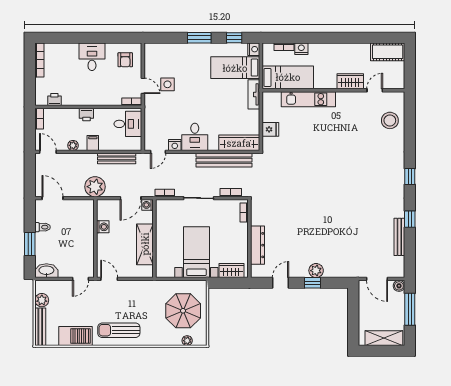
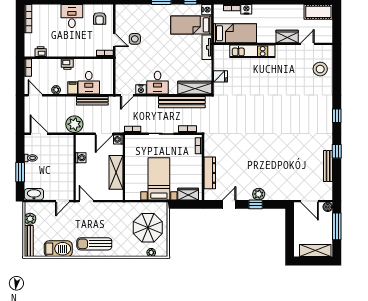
desk: (128, 124) -> (89, 83), moved, turned 90

